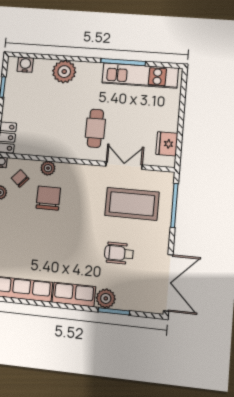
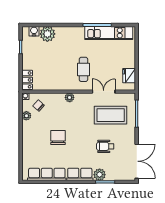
plant: (64, 72) -> (47, 34), moved
plant: (48, 168) -> (70, 97), moved
chair: (48, 198) -> (58, 137), moved

